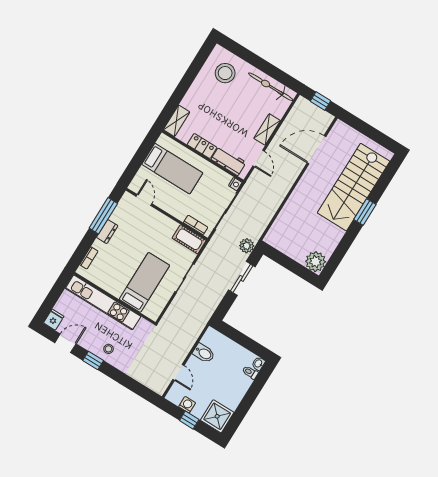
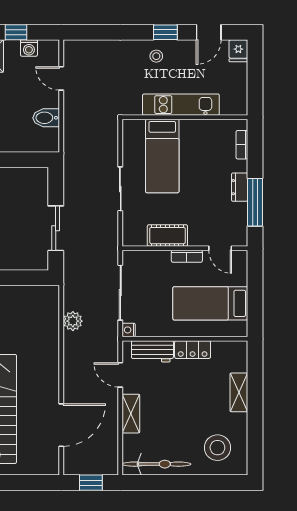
shelving: (177, 121) -> (239, 392), moved
bookcase: (196, 225) -> (187, 256), moved
cot: (189, 239) -> (167, 236), moved
plant: (247, 246) -> (73, 321), moved
kitchen unit: (103, 302) -> (181, 105), width x0.73

